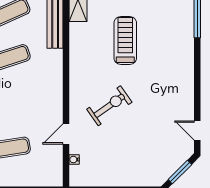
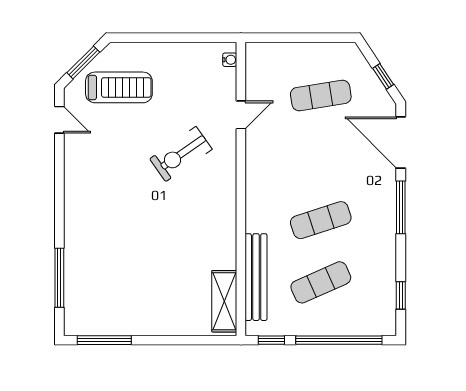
treadmill: (125, 40) -> (119, 87), moved, turned -90
water cooler: (74, 160) -> (230, 60), moved

